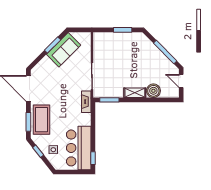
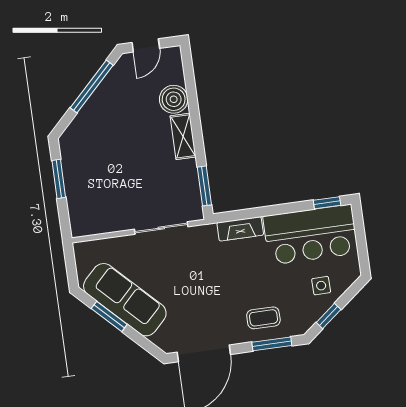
sofa: (64, 50) -> (125, 300), width x1.36
fireplace: (86, 102) -> (240, 229), moved
coffee table: (42, 120) -> (263, 318), width x0.54, depth x0.58

